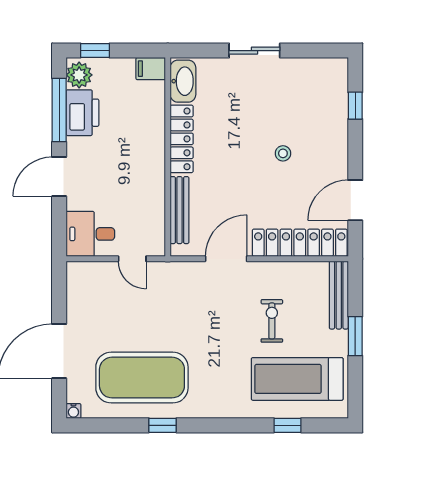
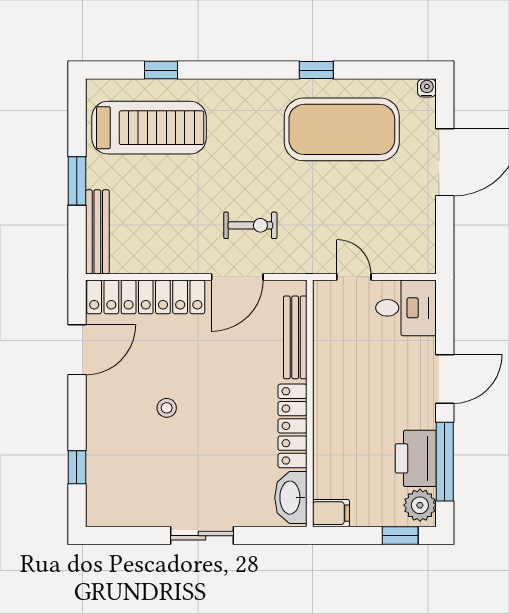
exercise bike: (272, 321) -> (250, 225), moved, turned -90

